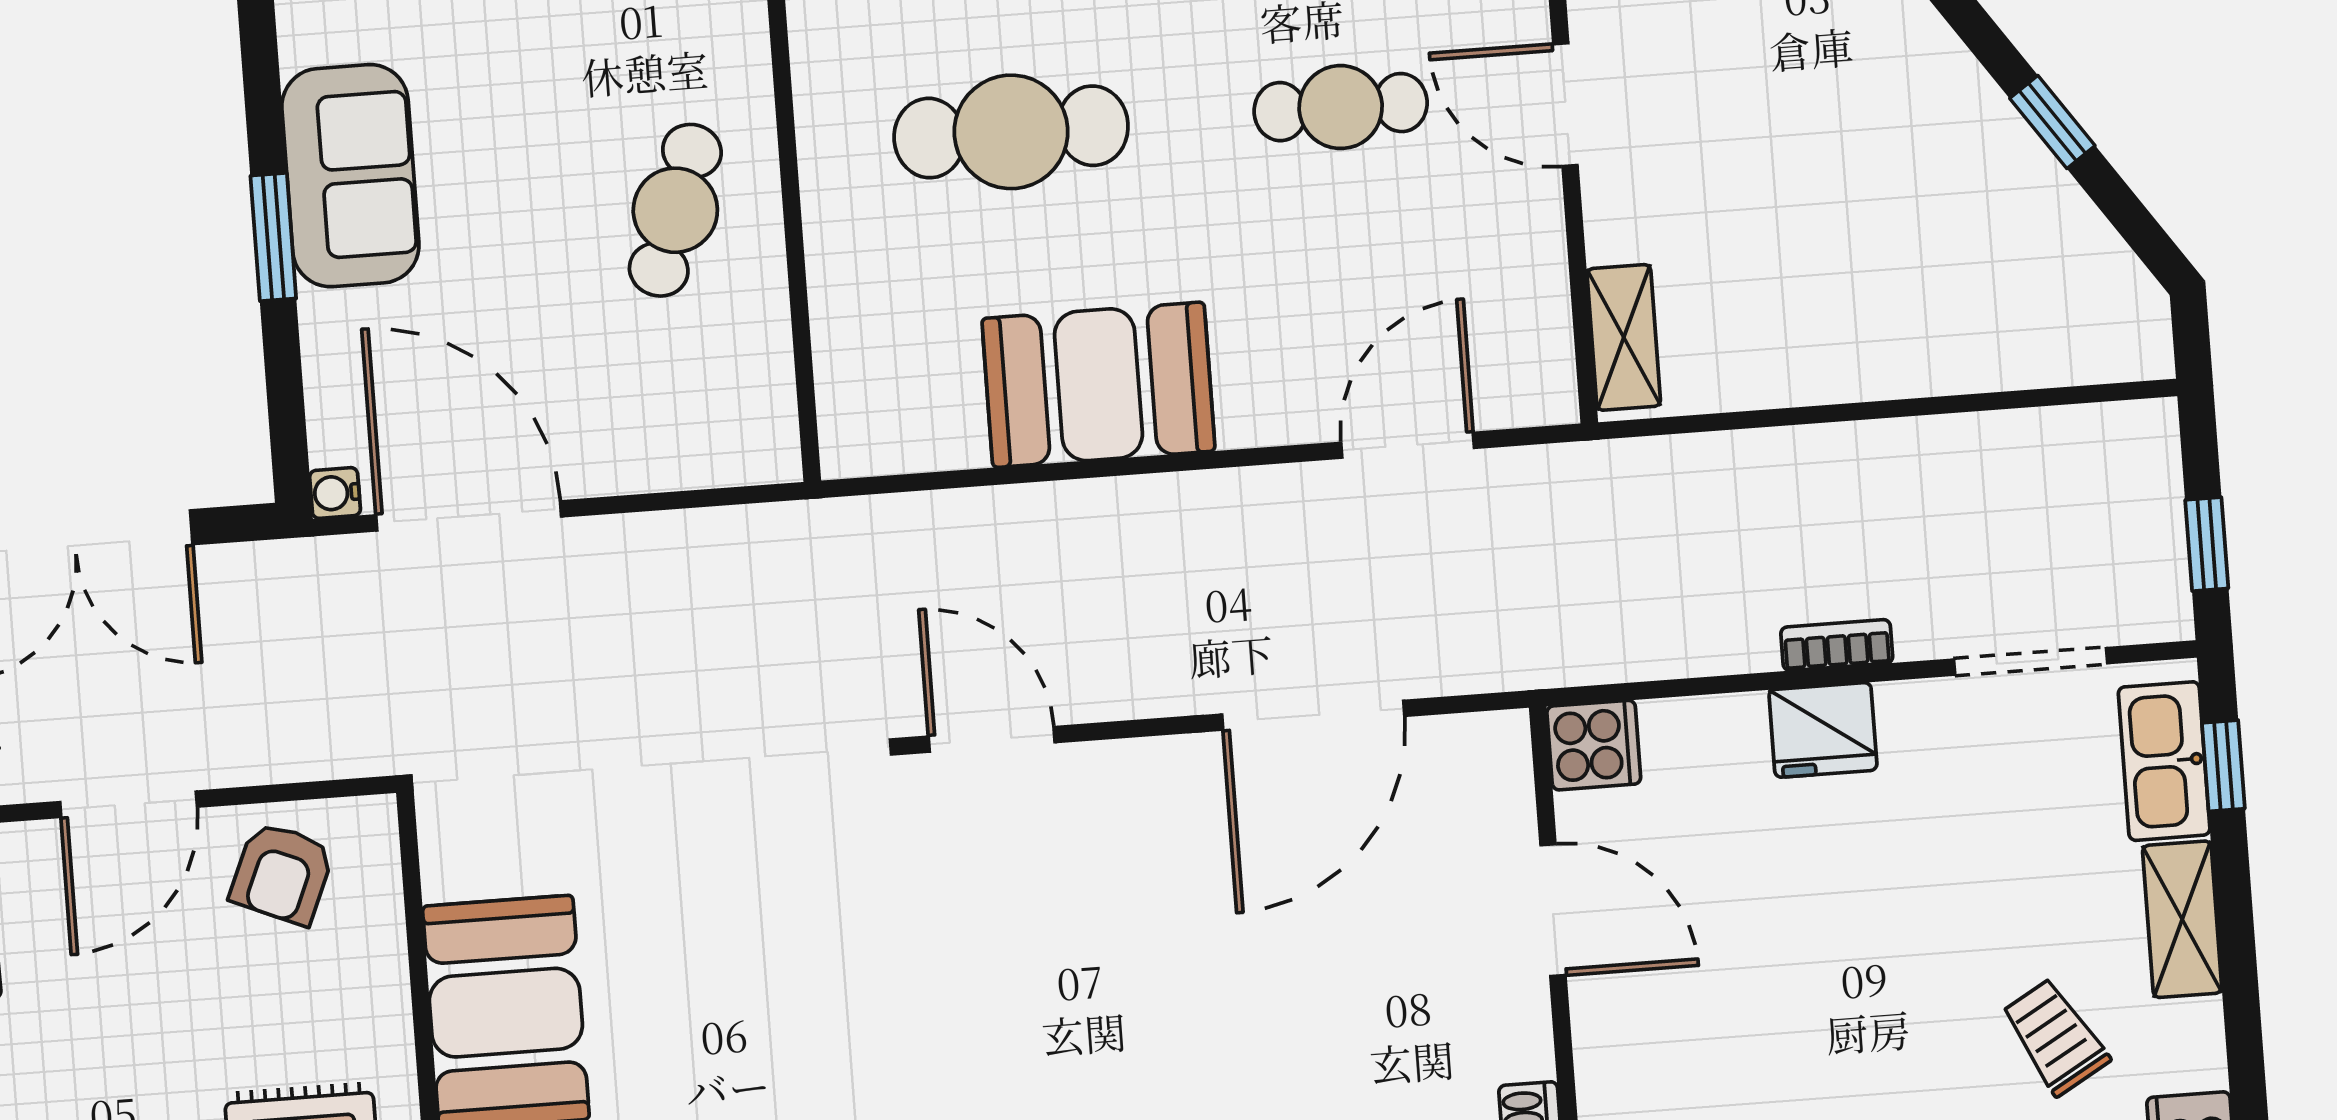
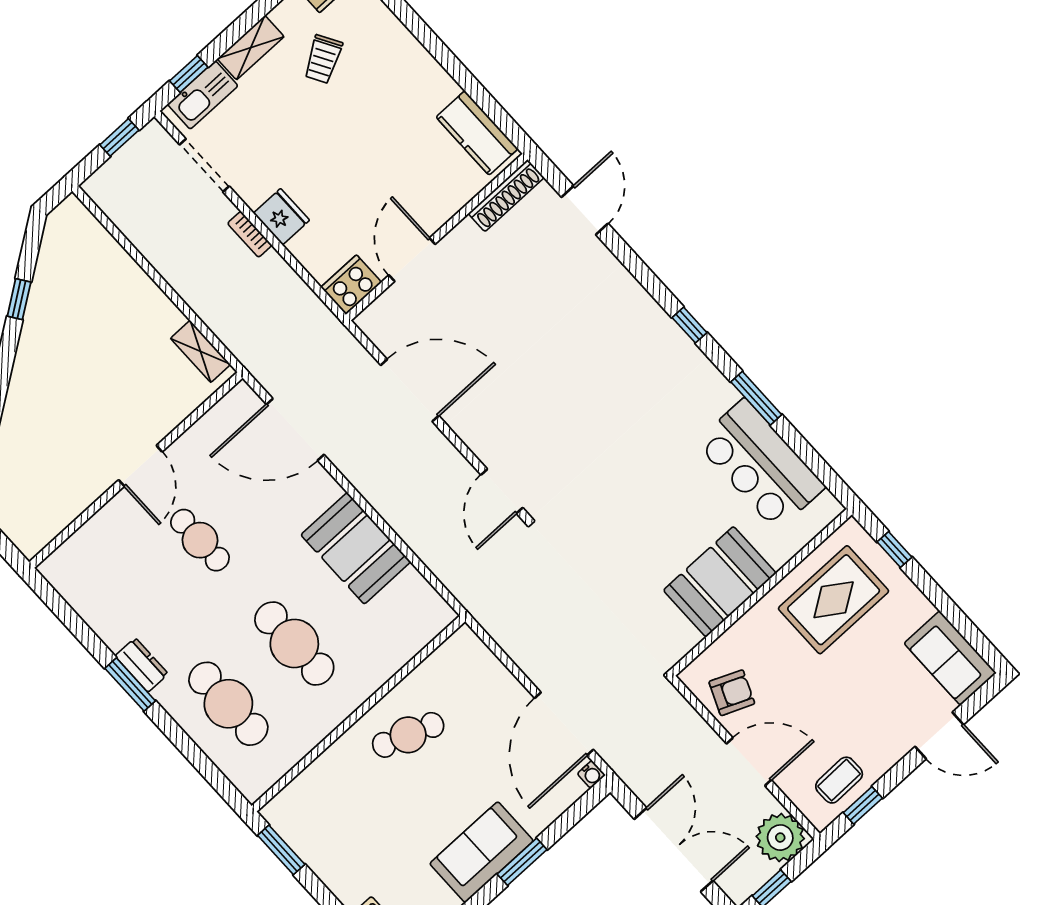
shelving: (1624, 337) -> (201, 351), moved, turned 90
door: (1408, 445) -> (295, 429), width x1.36
cooker: (1594, 745) -> (351, 285), width x1.36

